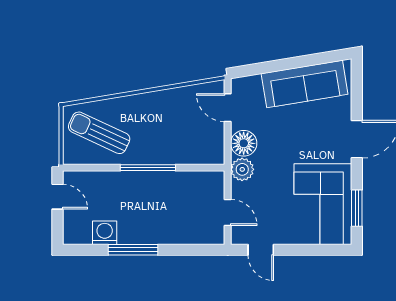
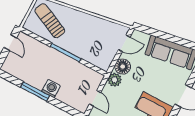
door: (228, 108) -> (124, 43), swing flipped
washing machine: (105, 233) -> (51, 88), moved

